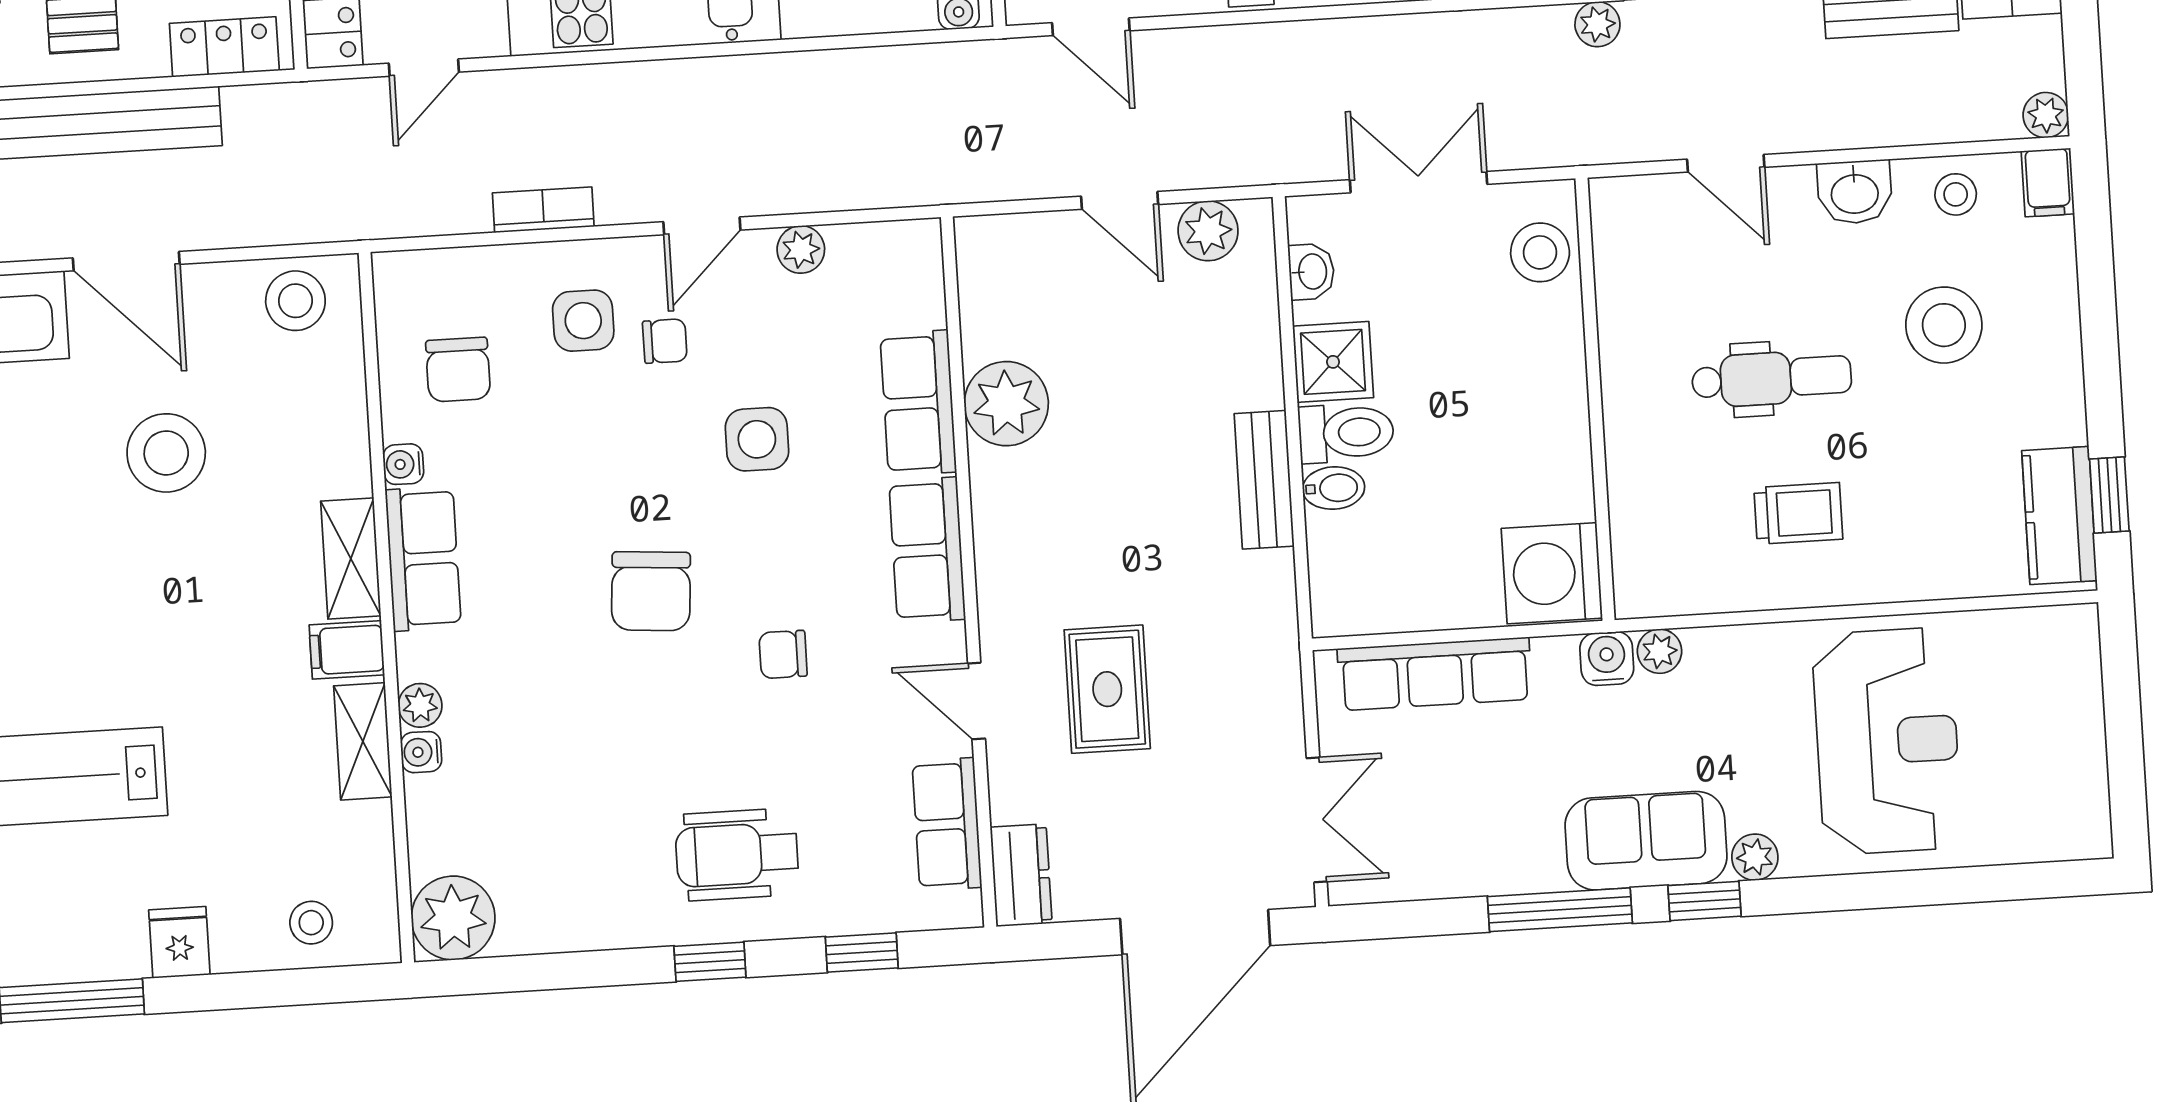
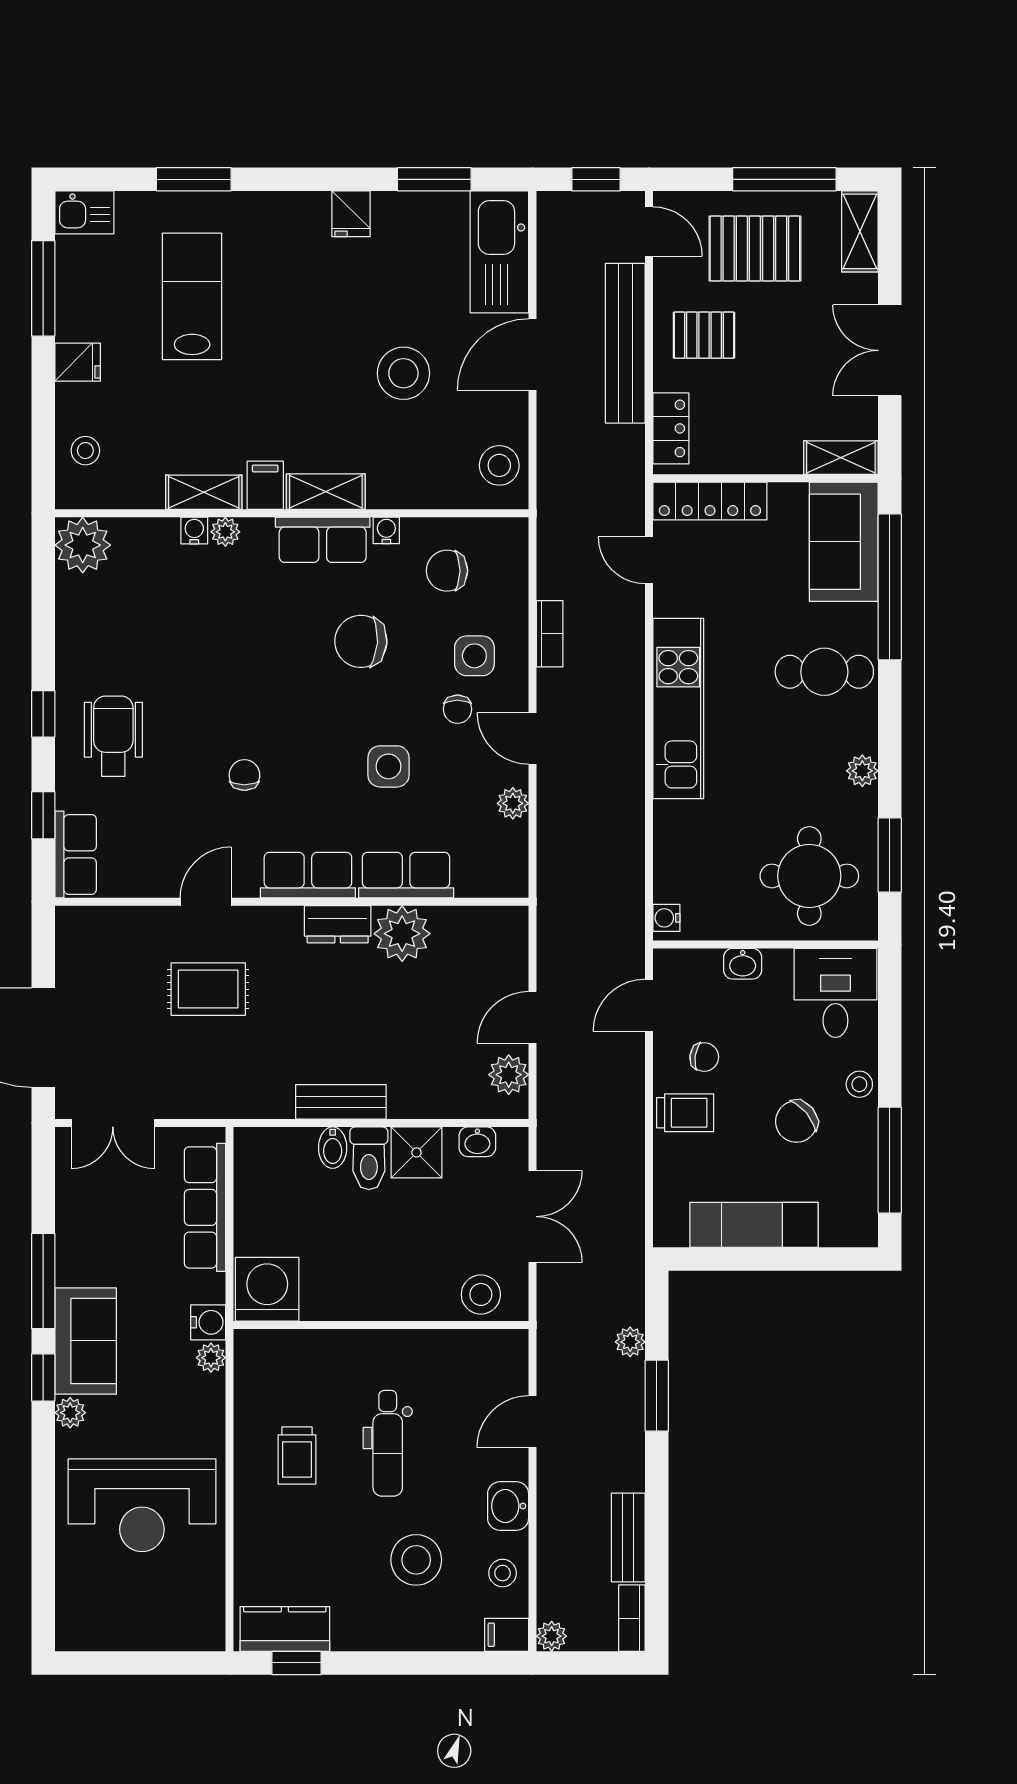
chair: (651, 591) -> (361, 641), moved
row of seats: (947, 824) -> (76, 854), moved, turned 90
dresser: (1021, 875) -> (338, 924), moved

